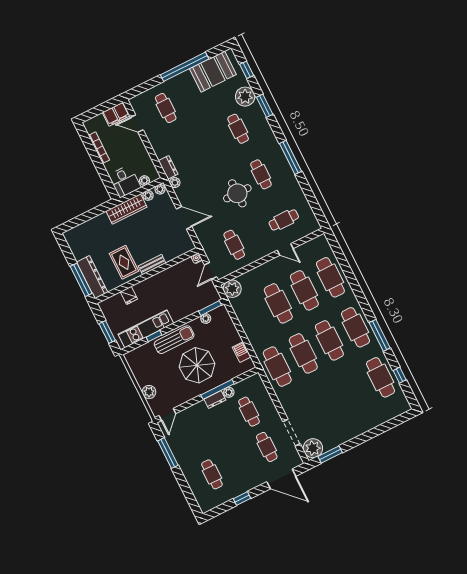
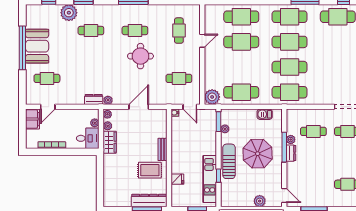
booth: (213, 72) -> (37, 46), moved
wardrobe: (126, 209) -> (110, 142), width x0.67
cafe table: (278, 303) -> (241, 92), moved

